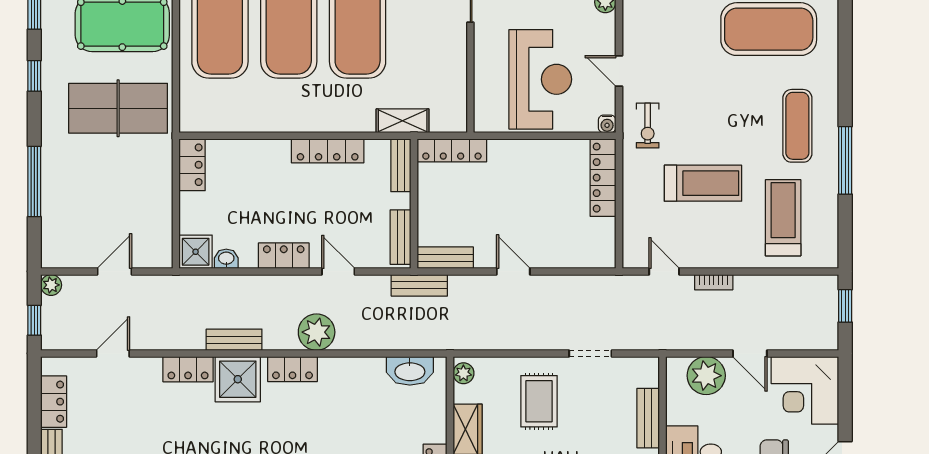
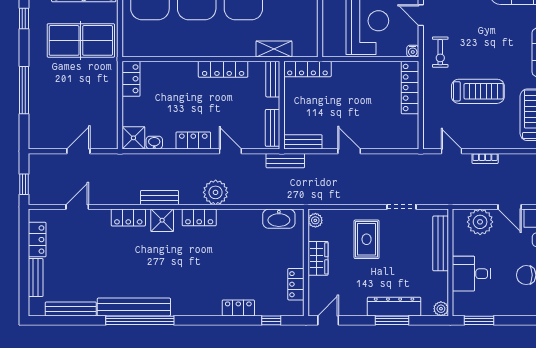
plant: (51, 285) -> (35, 160), removed
shower: (238, 379) -> (162, 220), width x0.73, depth x0.73
bench: (648, 418) -> (441, 243), width x1.36

